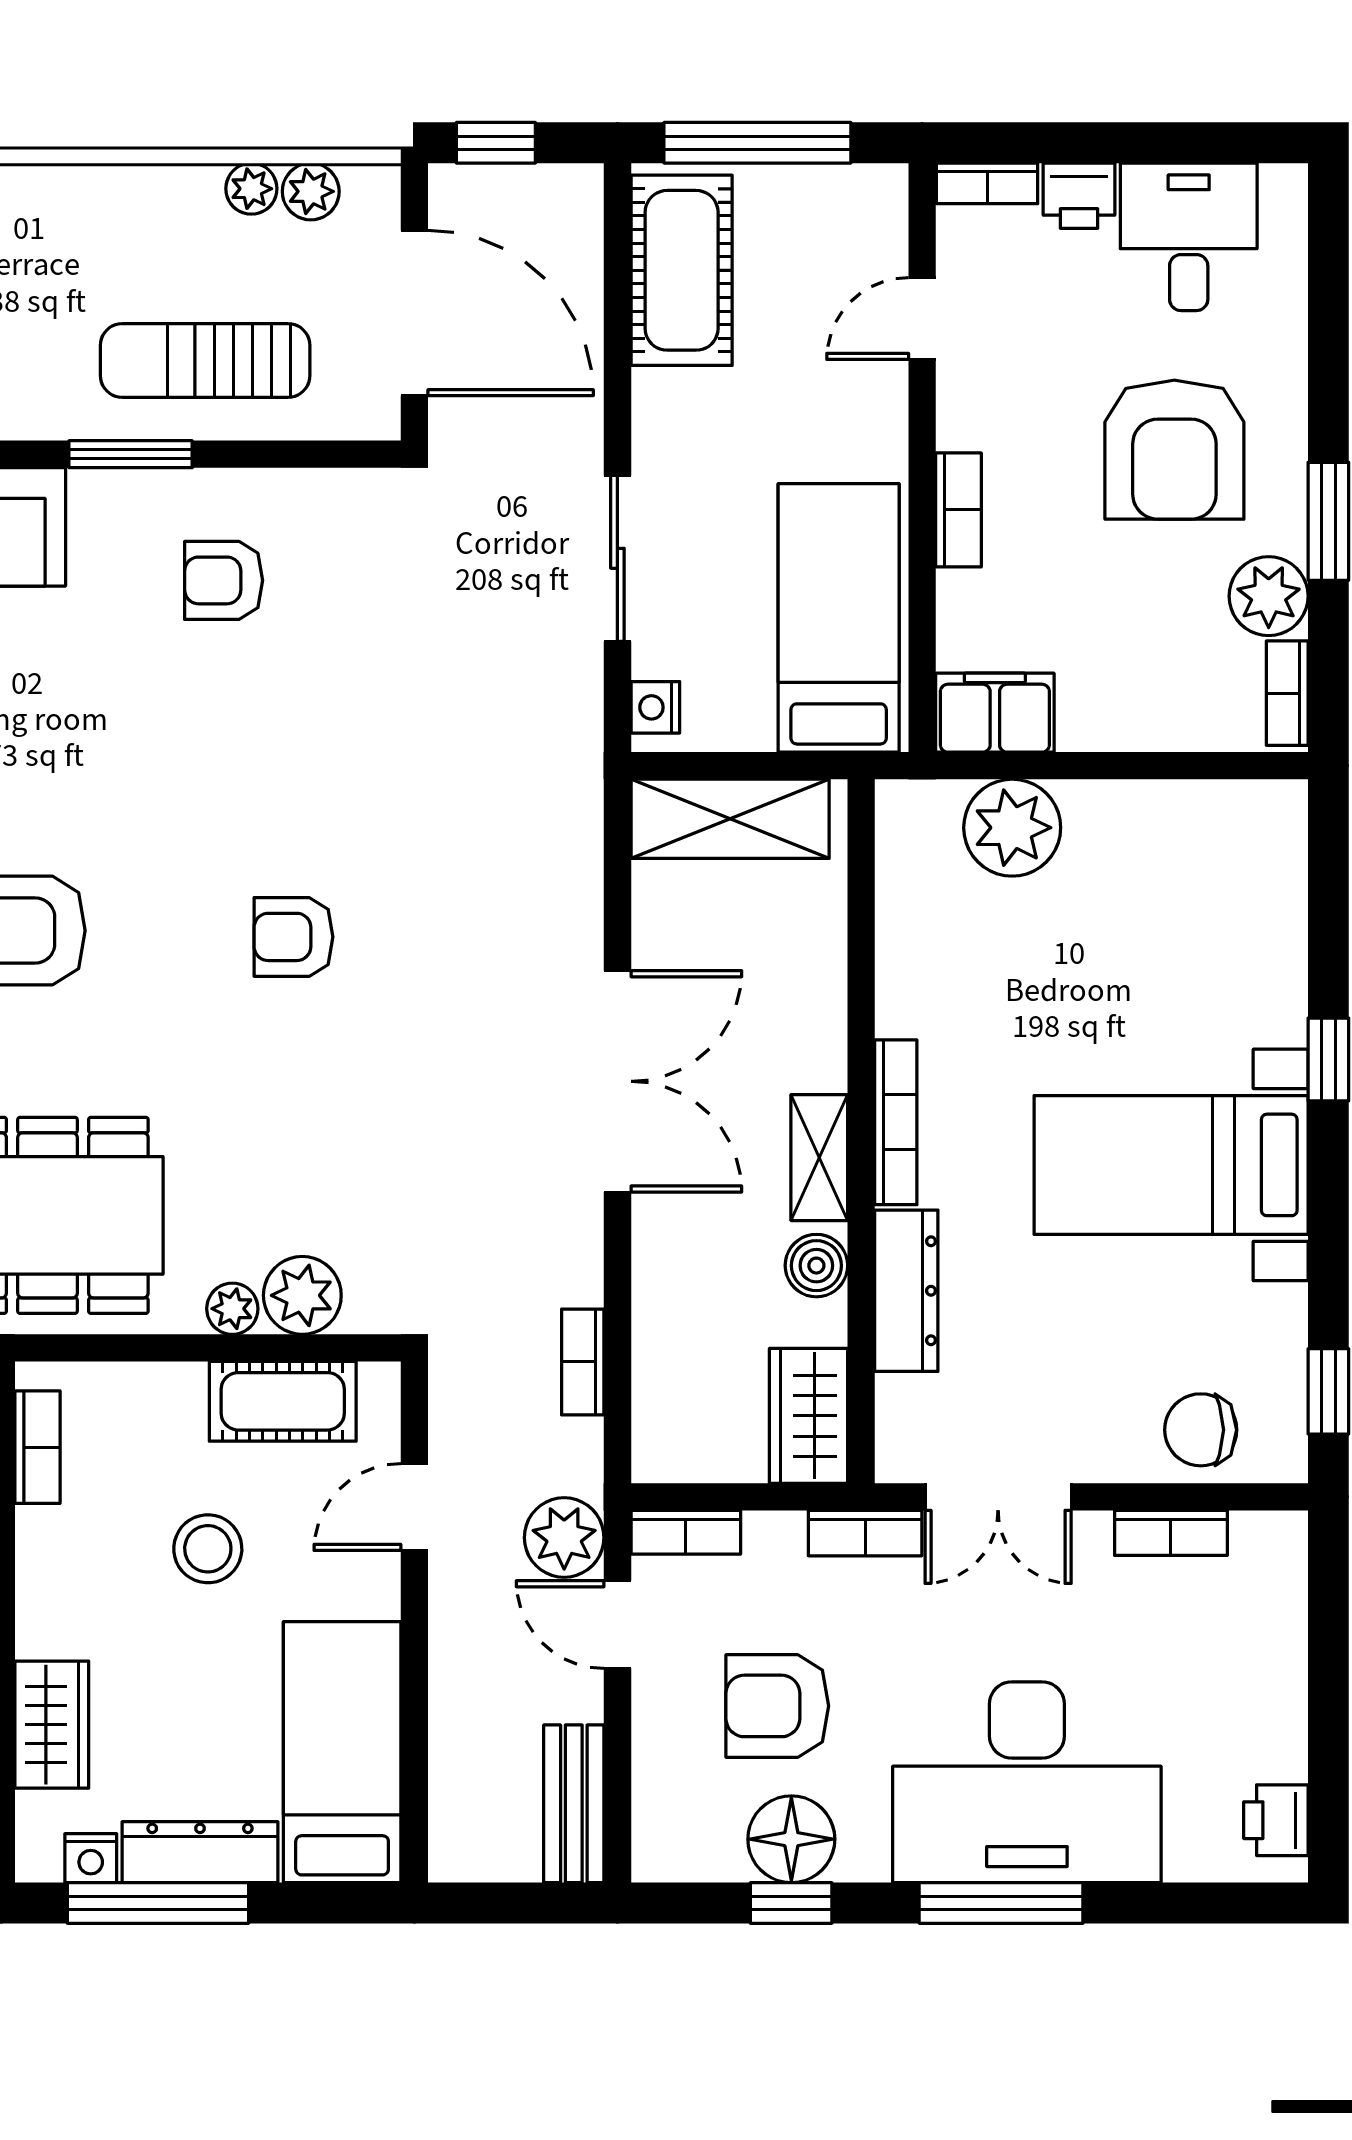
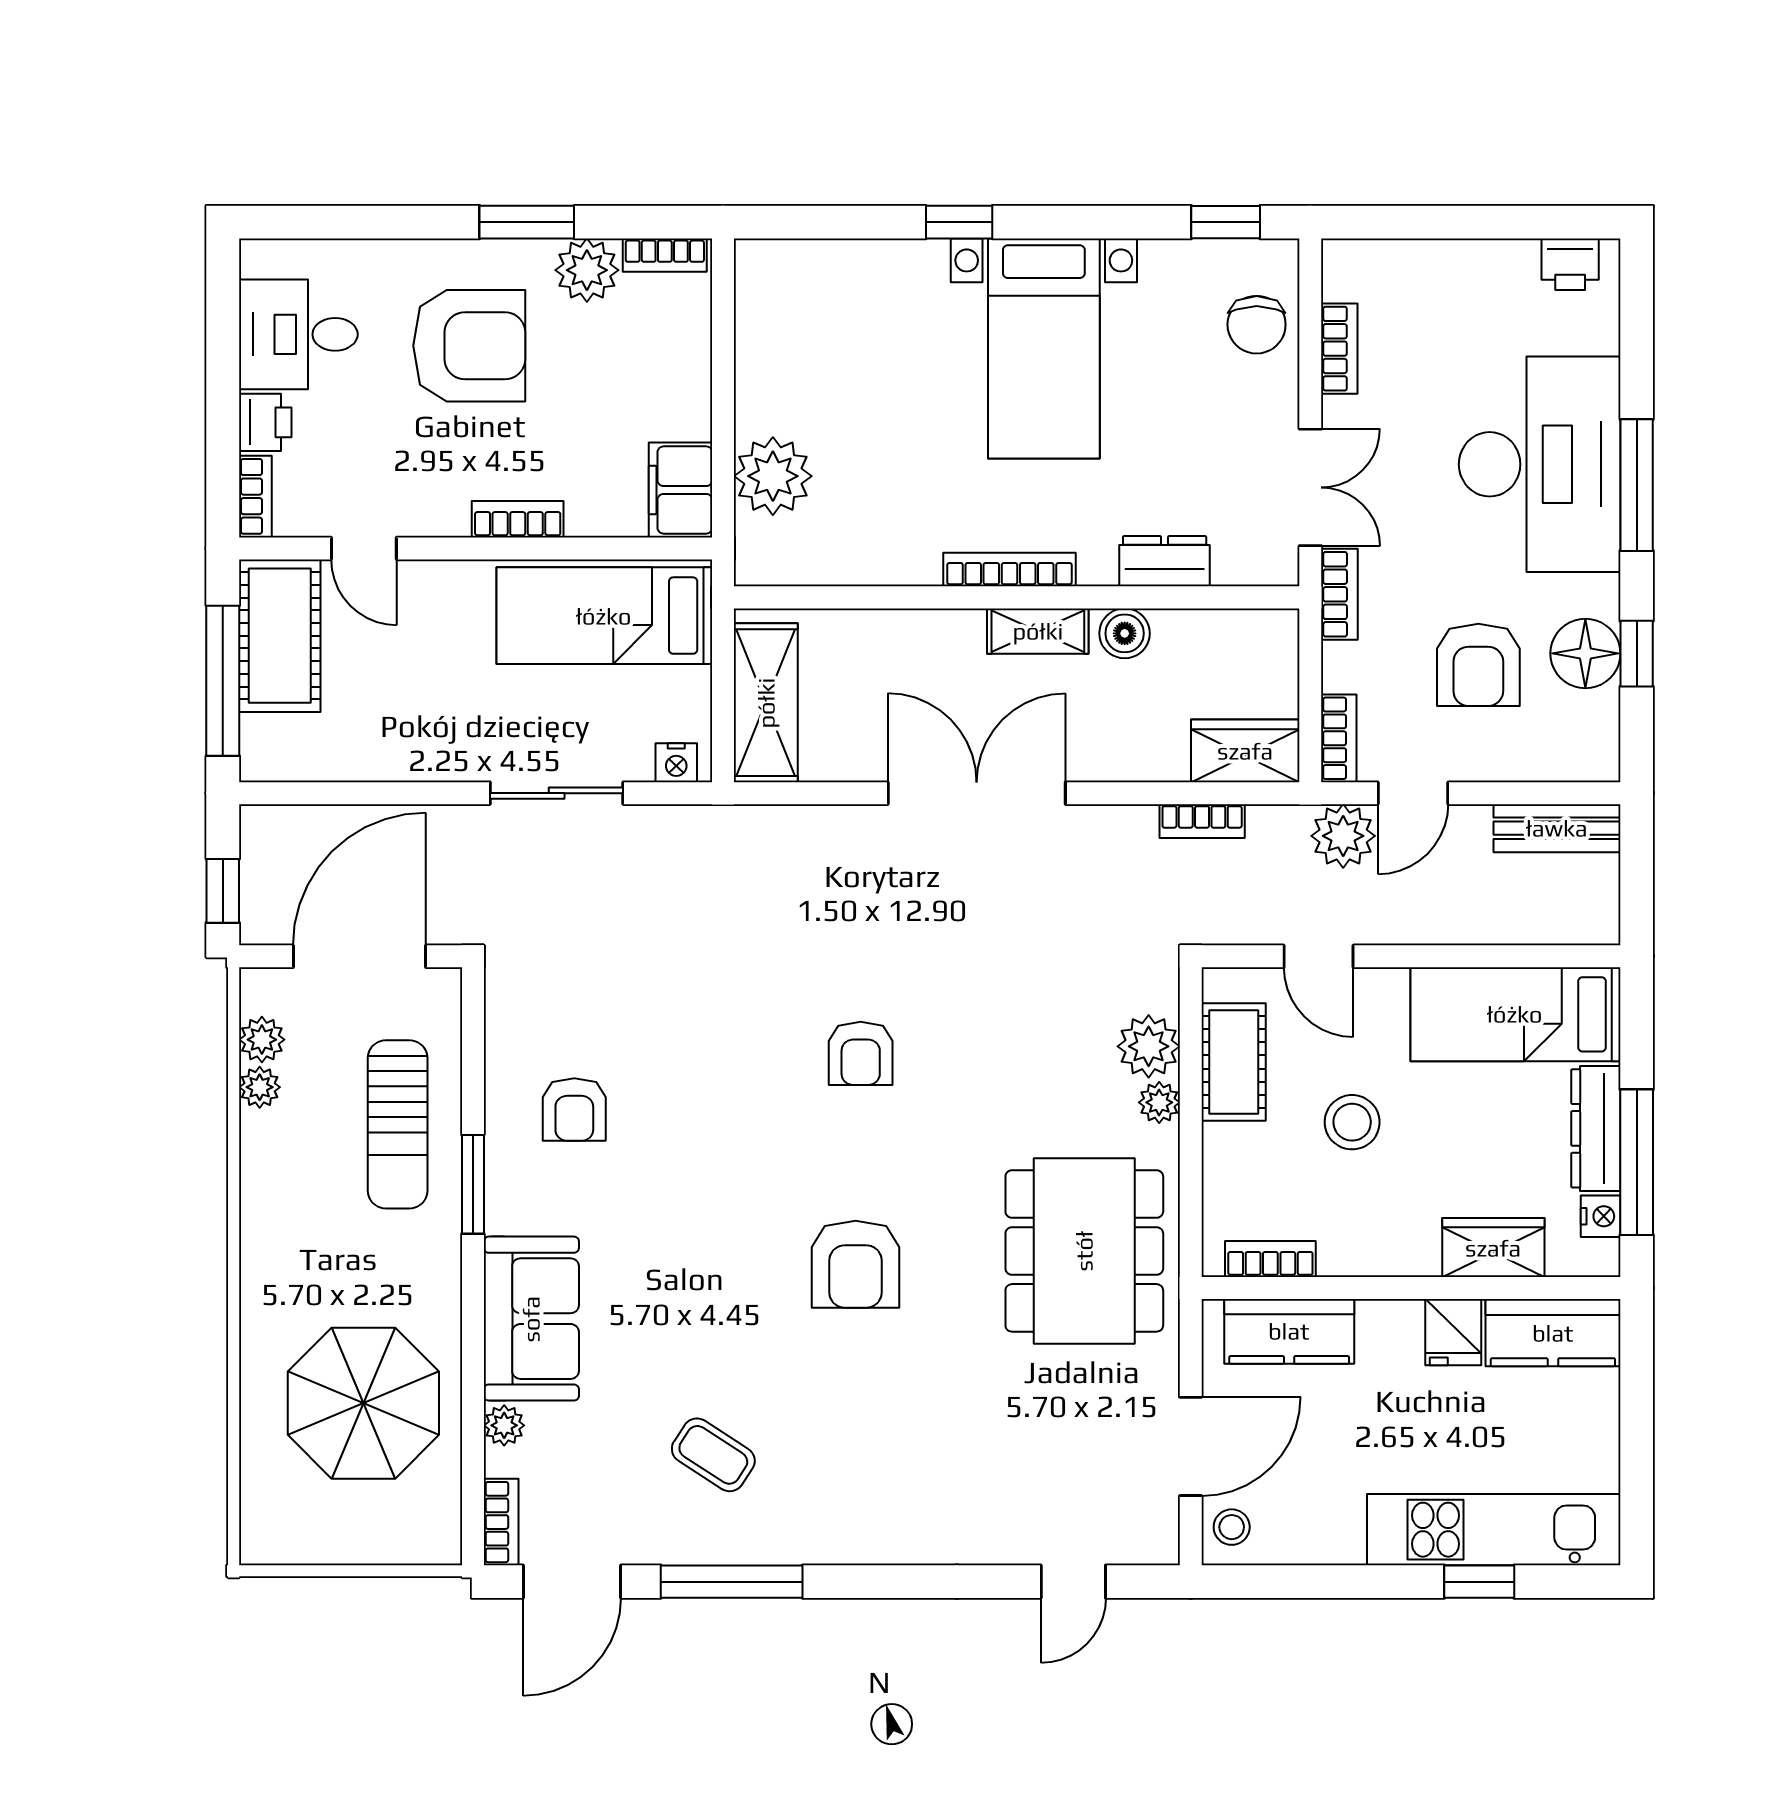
cot: (682, 270) -> (280, 636), moved, turned 90
dresser: (906, 1291) -> (1165, 561), width x0.70
wardrobe: (809, 1416) -> (1245, 751), moved, turned 180

